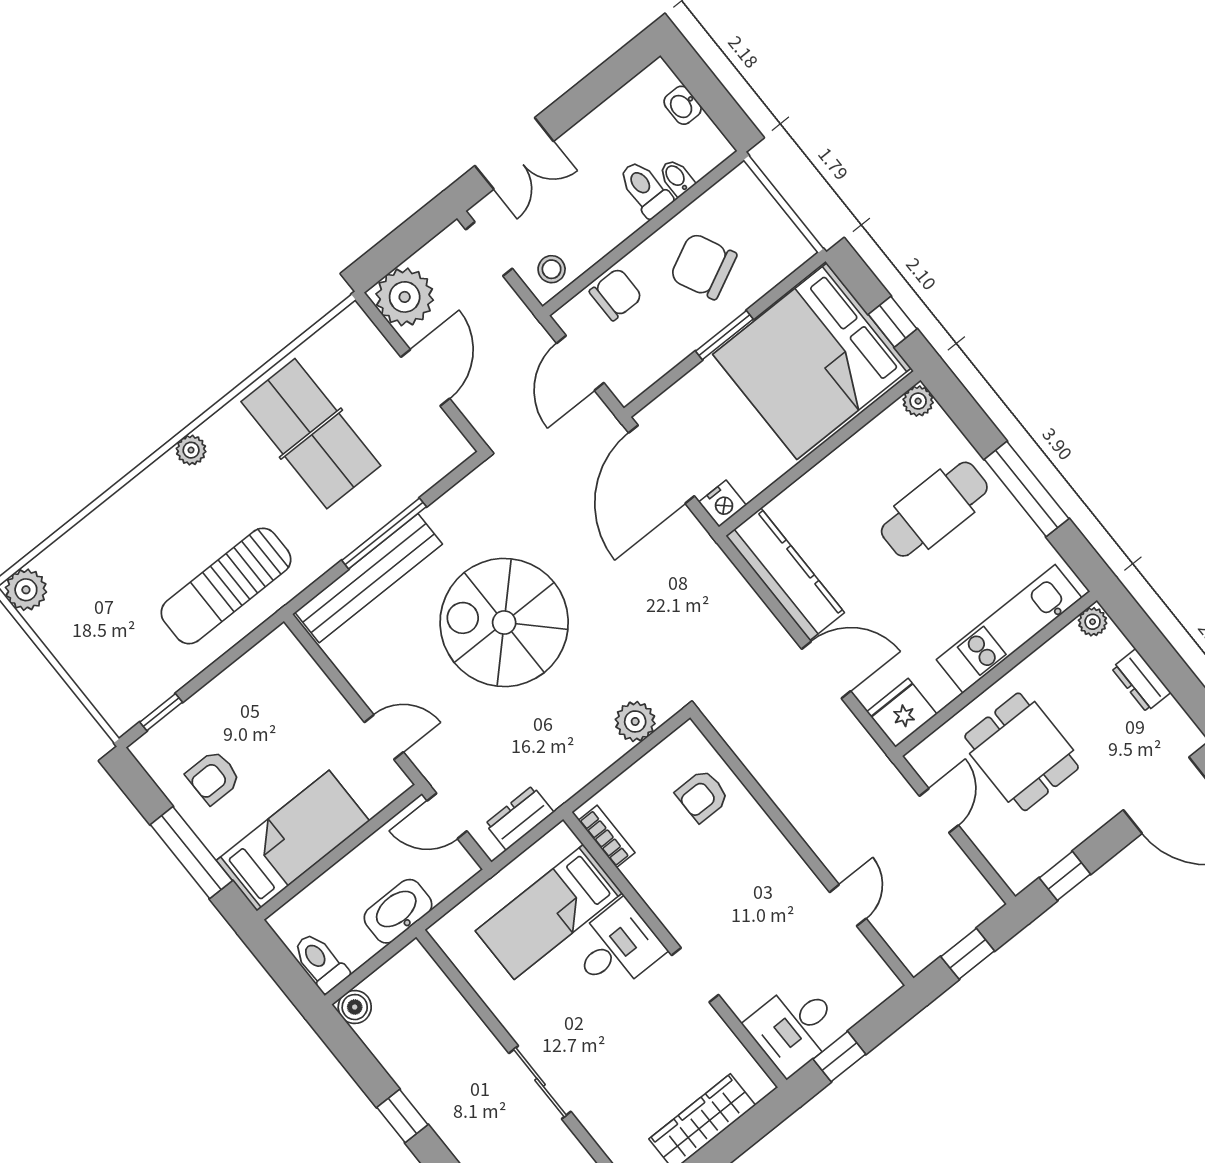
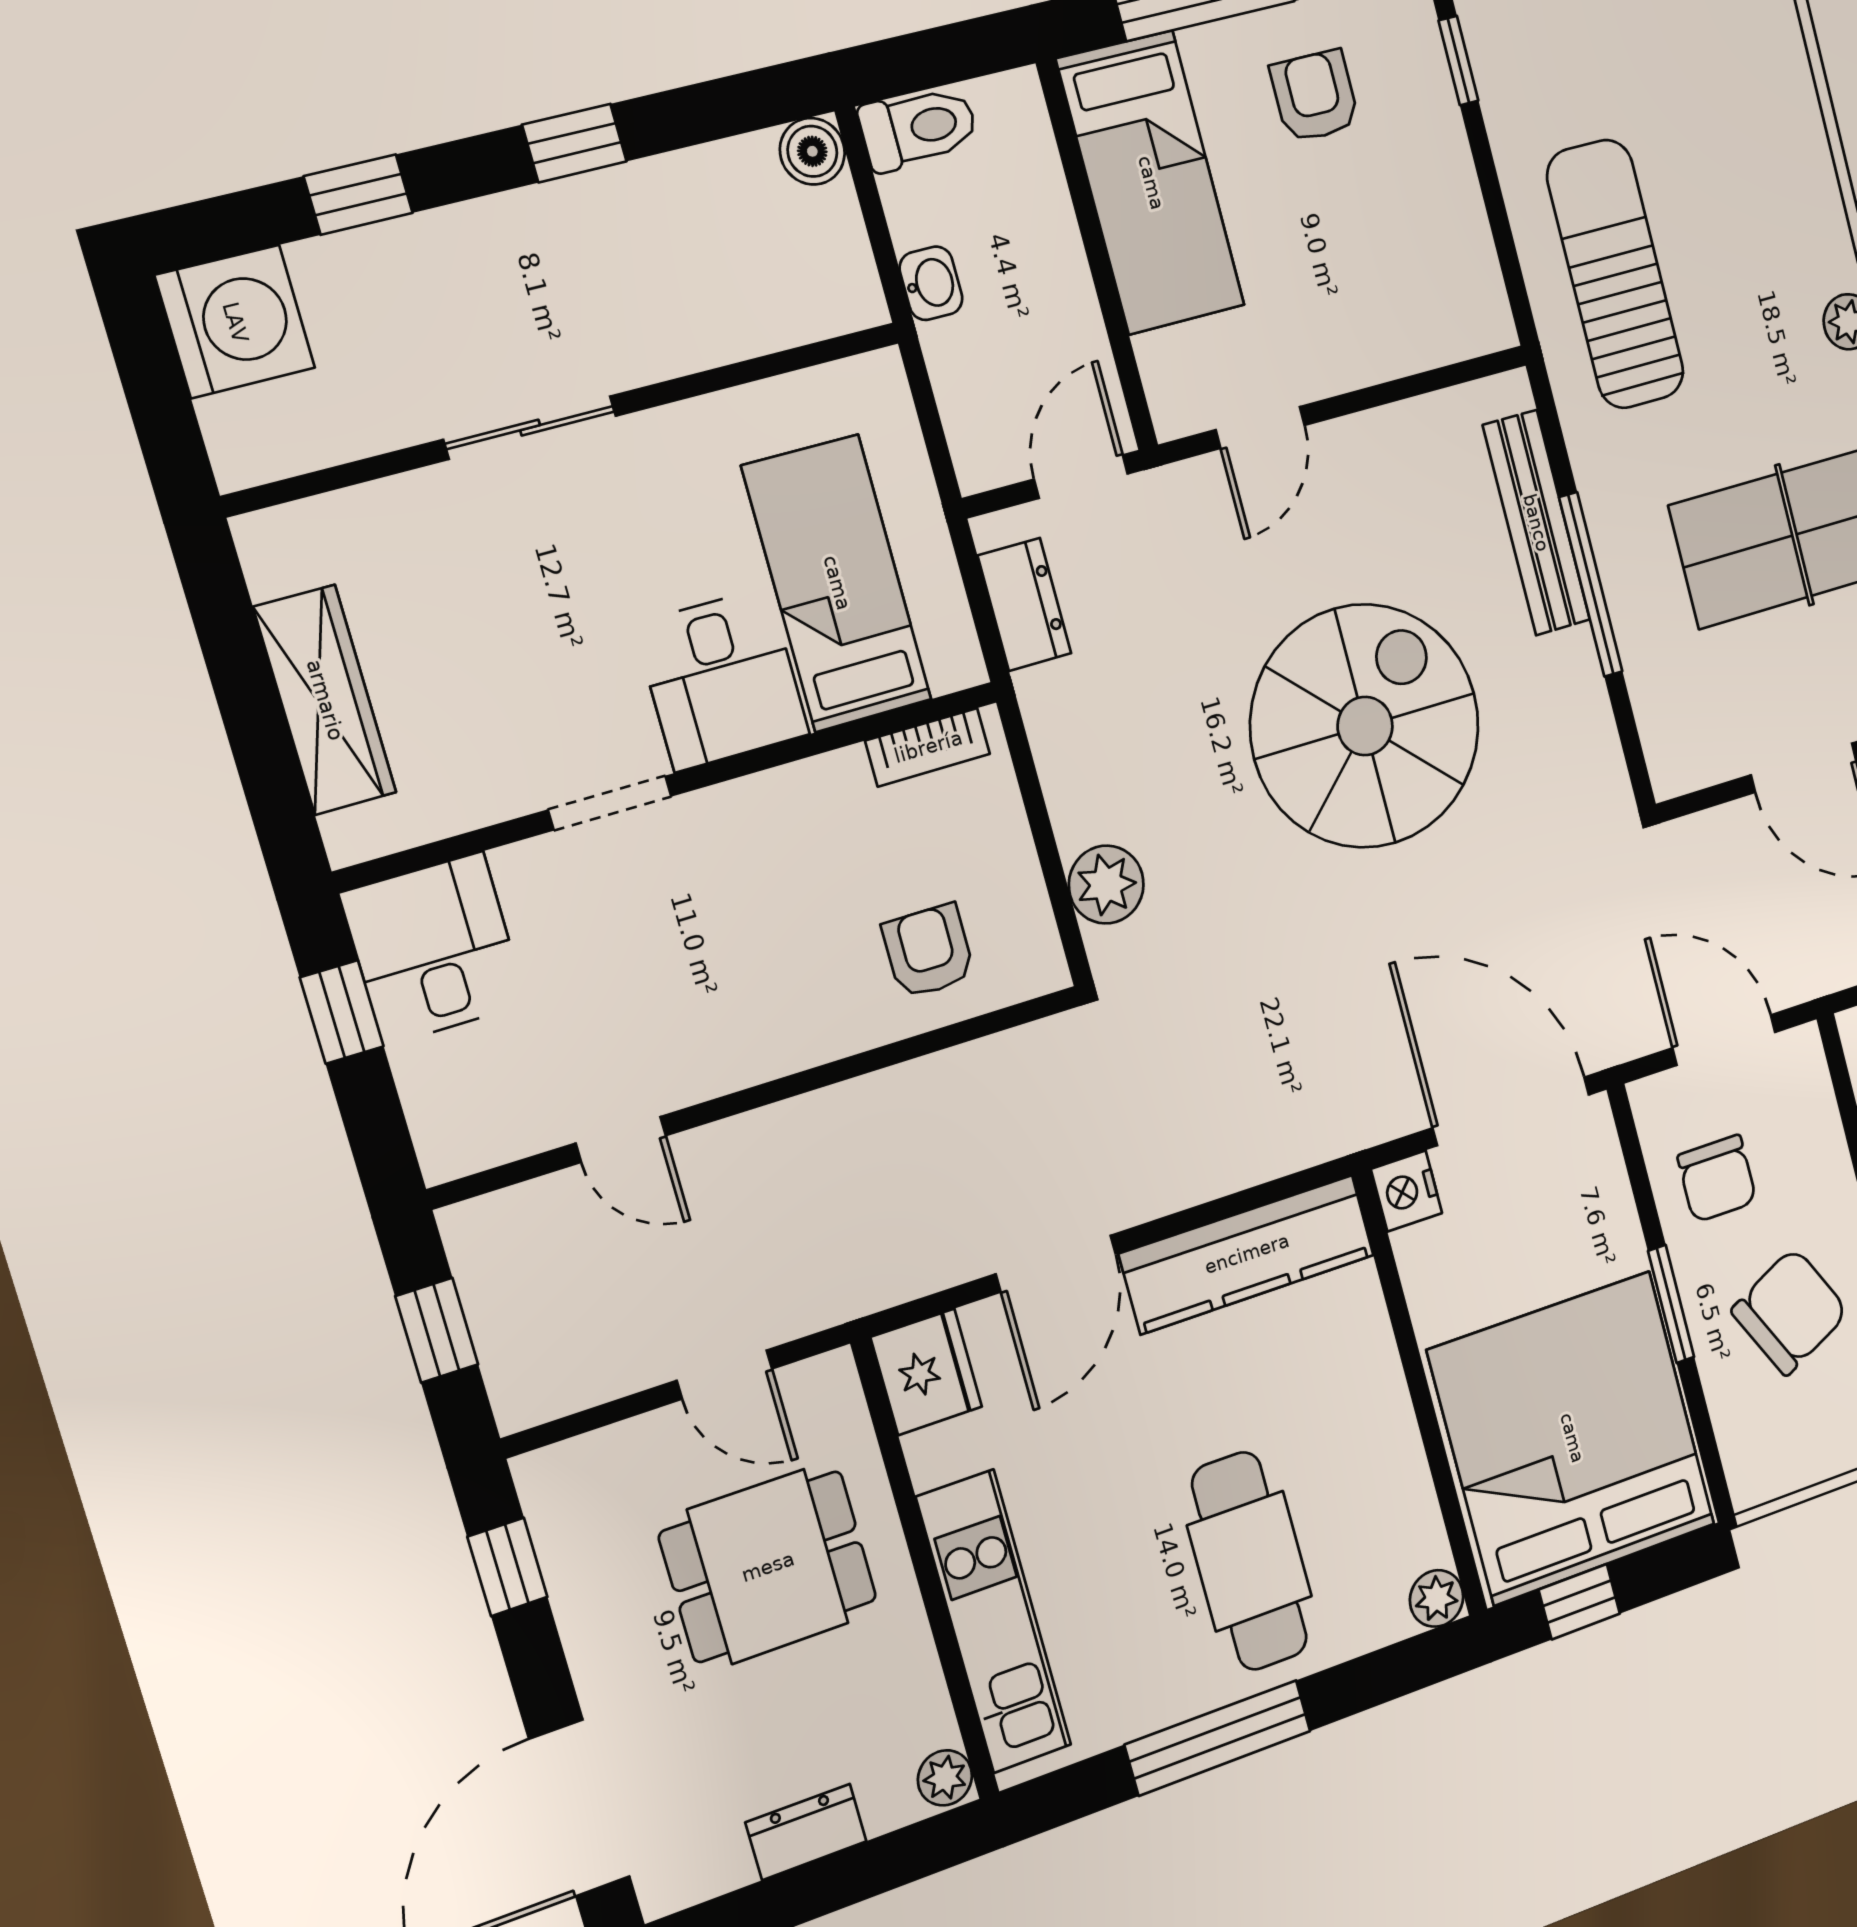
chair: (616, 294) -> (1717, 1179), moved
bench: (369, 578) -> (1536, 523), width x0.73, depth x0.82
washbasin: (398, 911) -> (931, 283), width x0.52, depth x0.69

